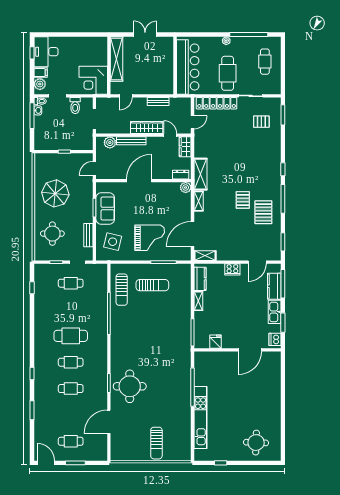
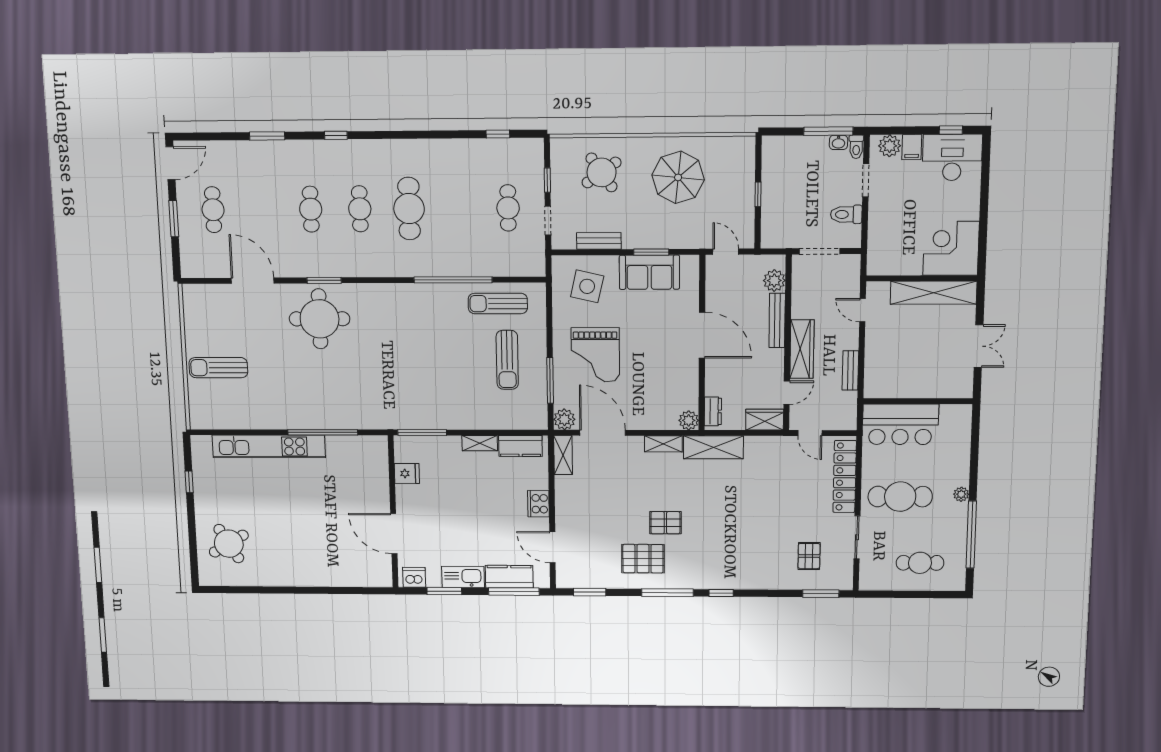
bar counter: (188, 67) -> (900, 424), width x0.73
corner desk: (93, 80) -> (951, 248), moved
round table: (52, 234) -> (602, 172), turned -35
plant: (185, 255) -> (564, 419), added
round table: (256, 443) -> (229, 544), turned -33

